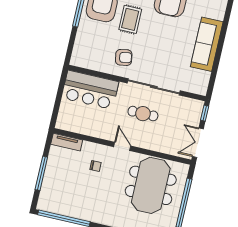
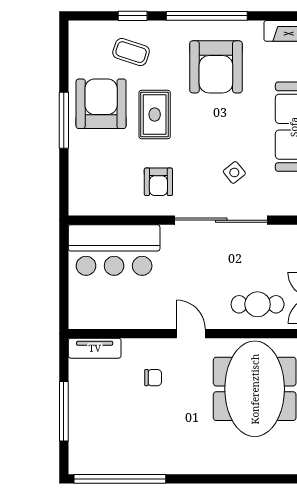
armchair: (124, 57) -> (158, 182), turned 100
side table: (167, 62) -> (234, 172), added
cafe table: (143, 114) -> (258, 304), moved

